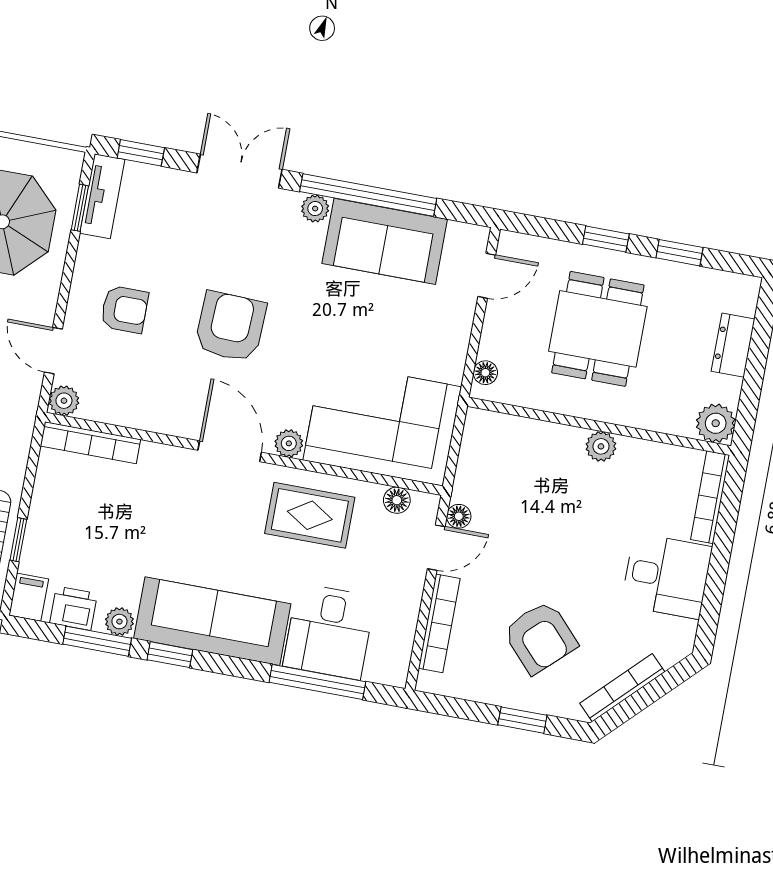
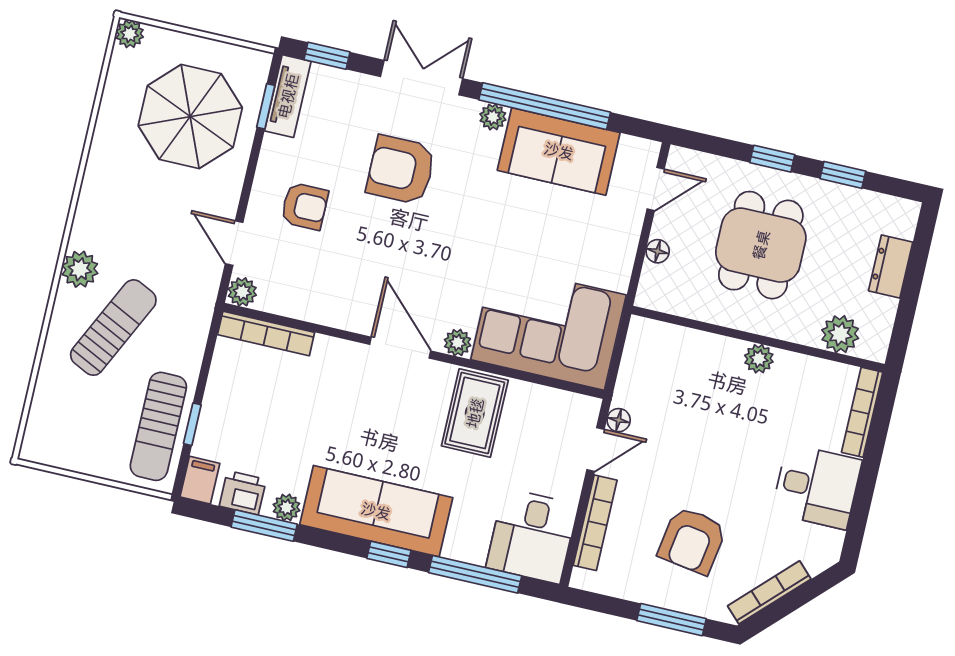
armchair: (230, 327) -> (401, 170), moved, turned -92
floor lamp: (485, 373) -> (658, 251), moved
plant: (716, 423) -> (840, 334), moved
floor lamp: (397, 500) -> (559, 402), removed
rug: (310, 515) -> (475, 413), turned 90
desk: (329, 632) -> (532, 536), moved
armchair: (540, 637) -> (692, 541), turned 52
window: (170, 655) -> (389, 554), moved
window: (522, 720) -> (672, 620), width x1.50

